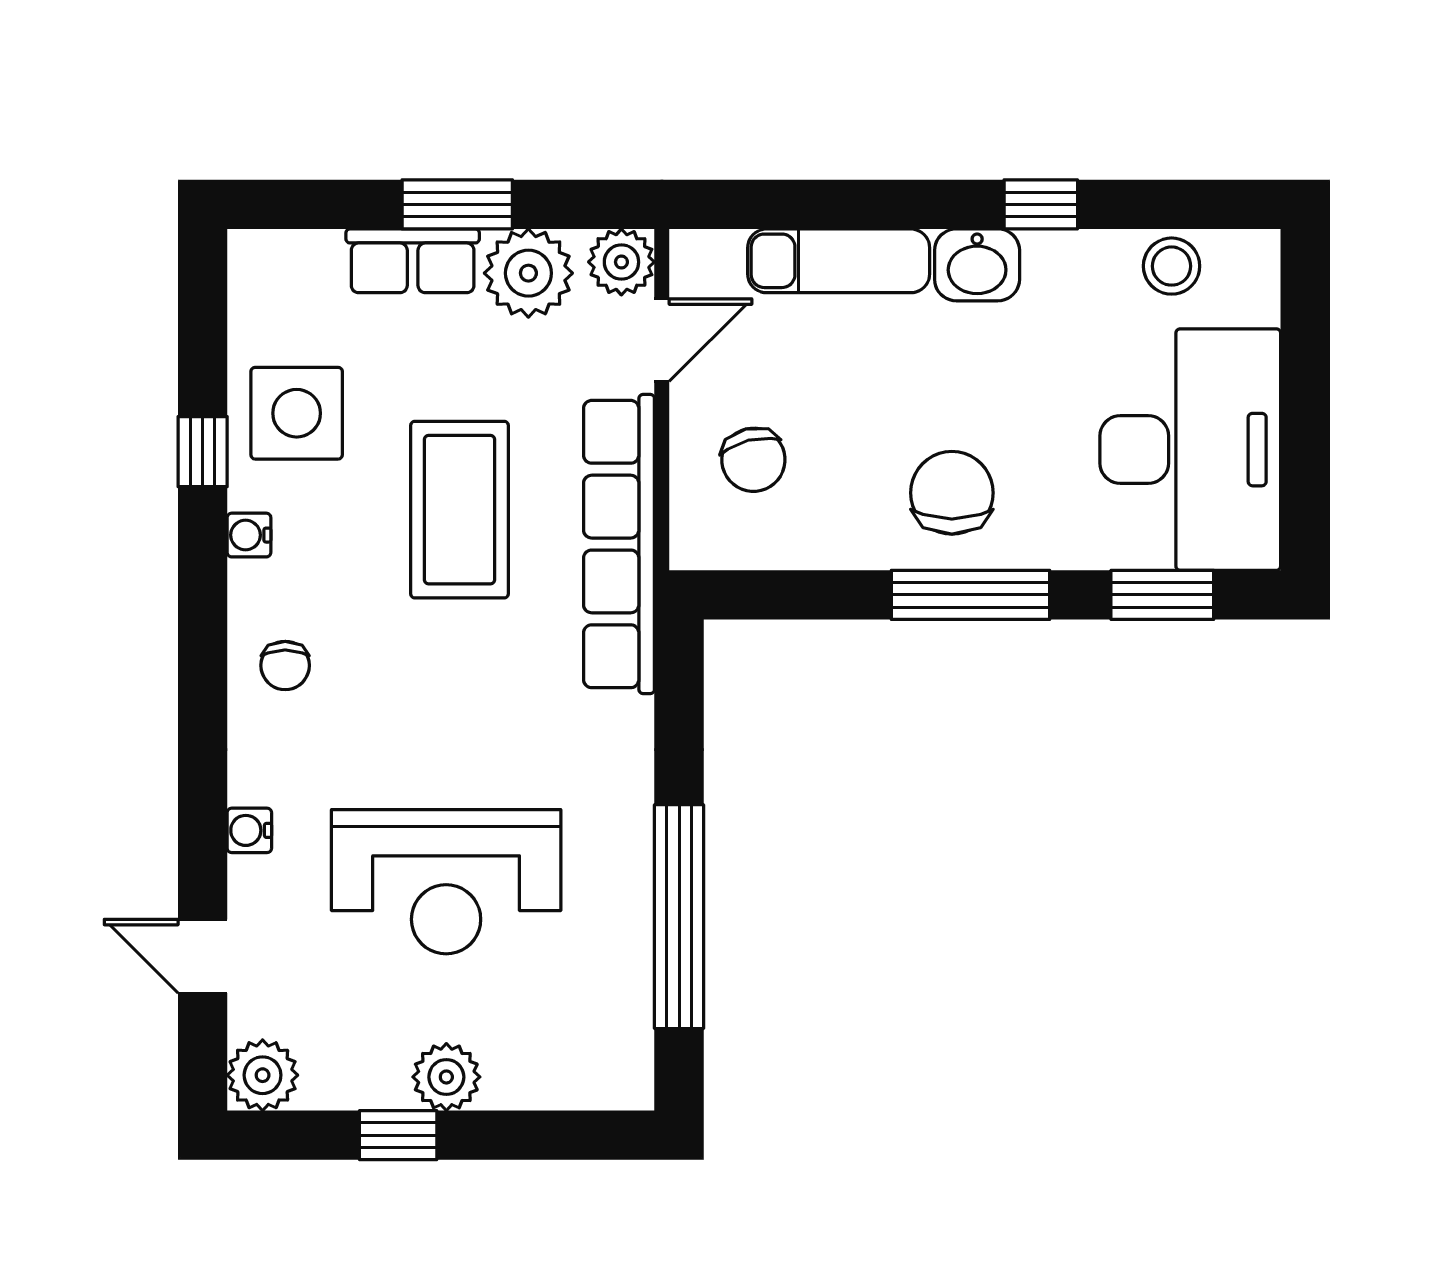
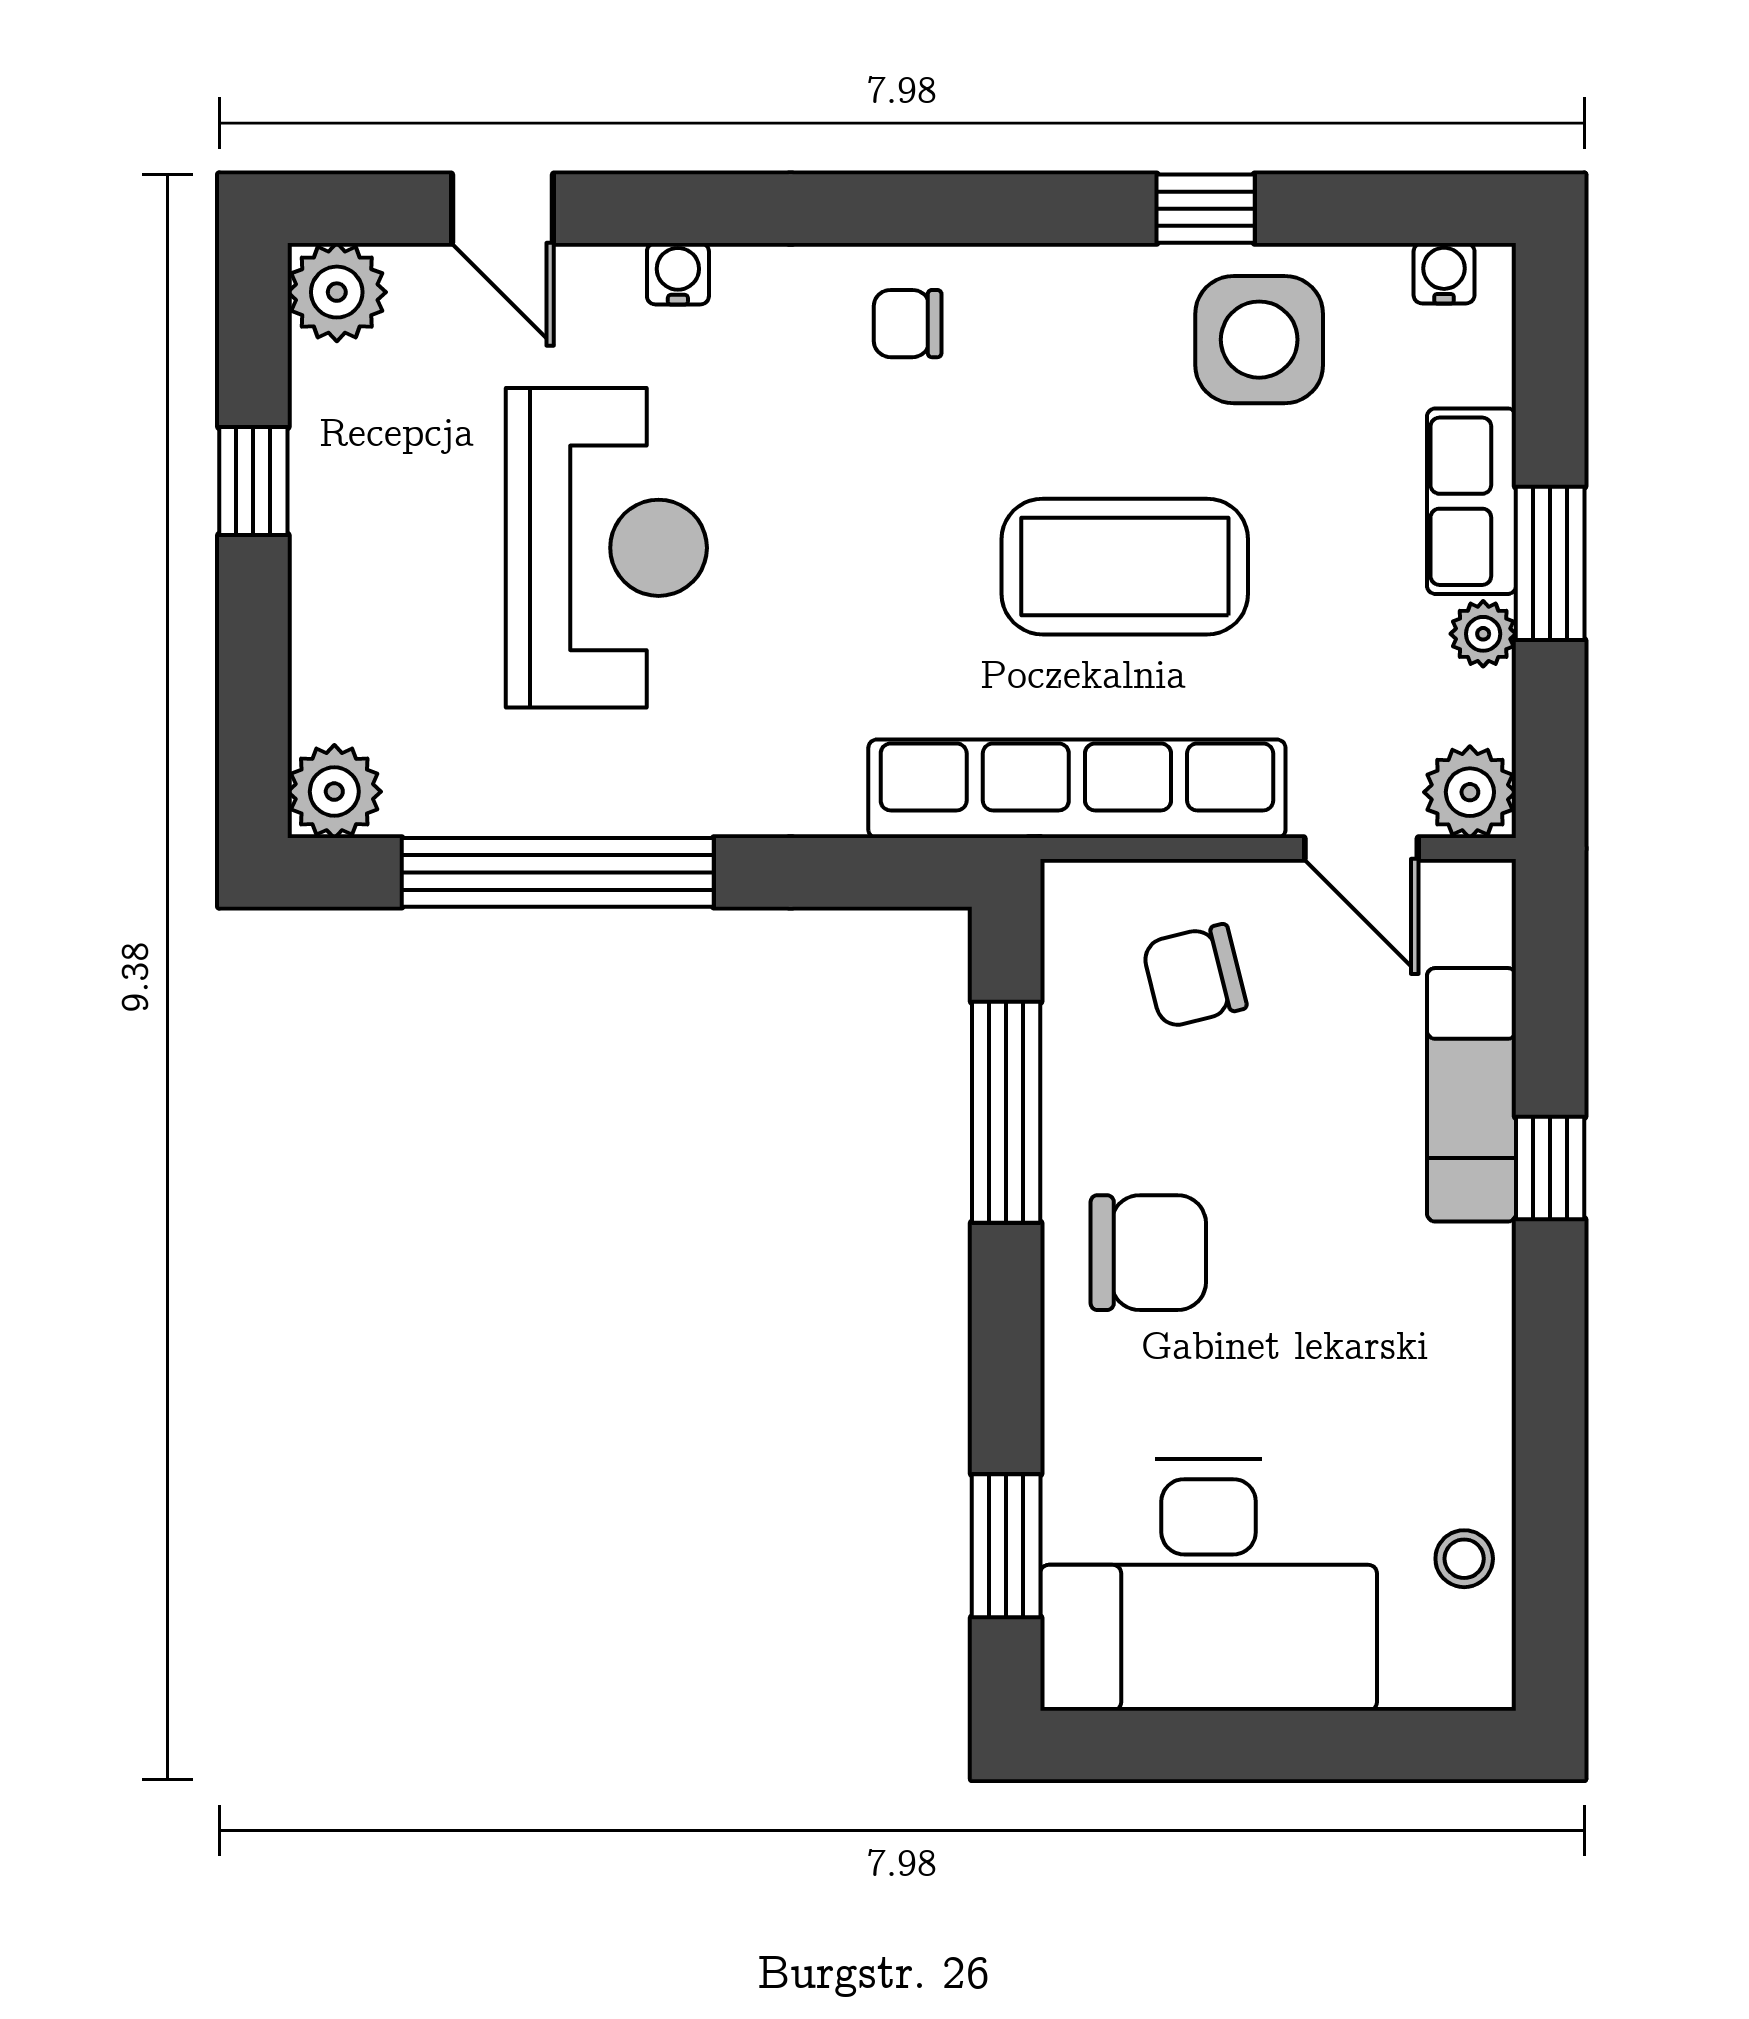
window: (1041, 204) -> (1550, 1168), moved
washbasin: (977, 265) -> (1466, 1288), removed
stool: (1172, 266) -> (1464, 1559), width x0.73, depth x0.73
plant: (528, 273) -> (1483, 634), width x0.53, depth x0.53
water cooler: (249, 535) -> (1444, 273), moved
window: (970, 595) -> (1006, 1112), moved
reception desk: (446, 882) -> (606, 548), turned 180
door: (203, 956) -> (503, 209), swing flipped
plant: (446, 1077) -> (334, 792), moved

